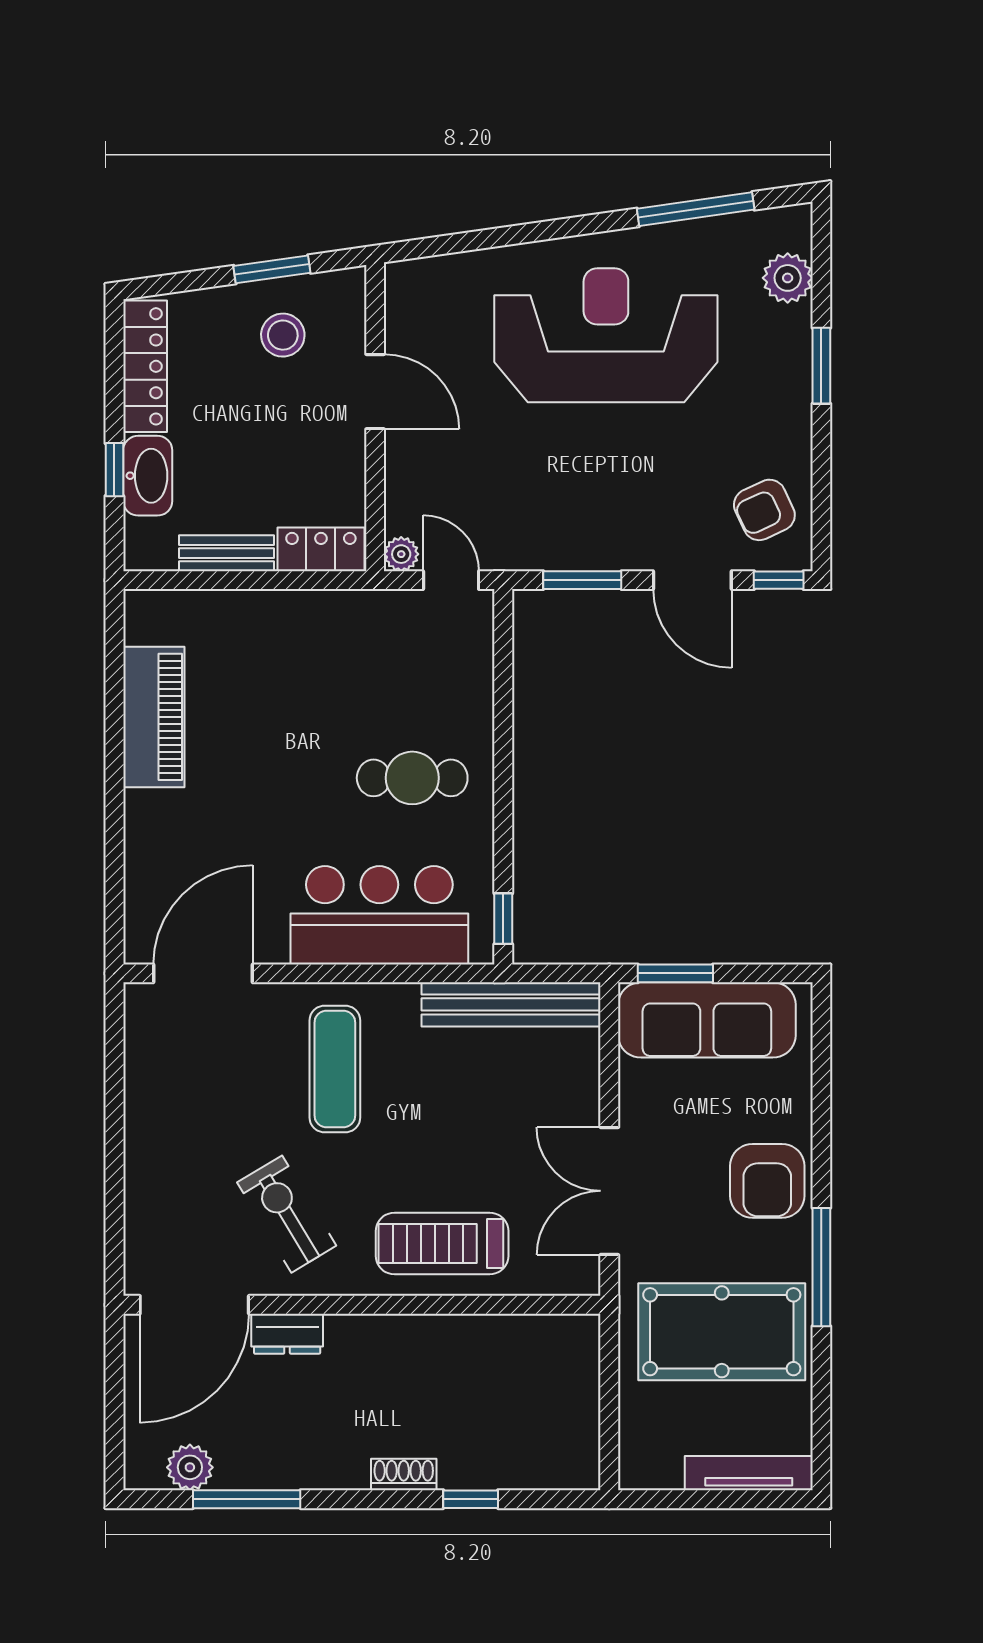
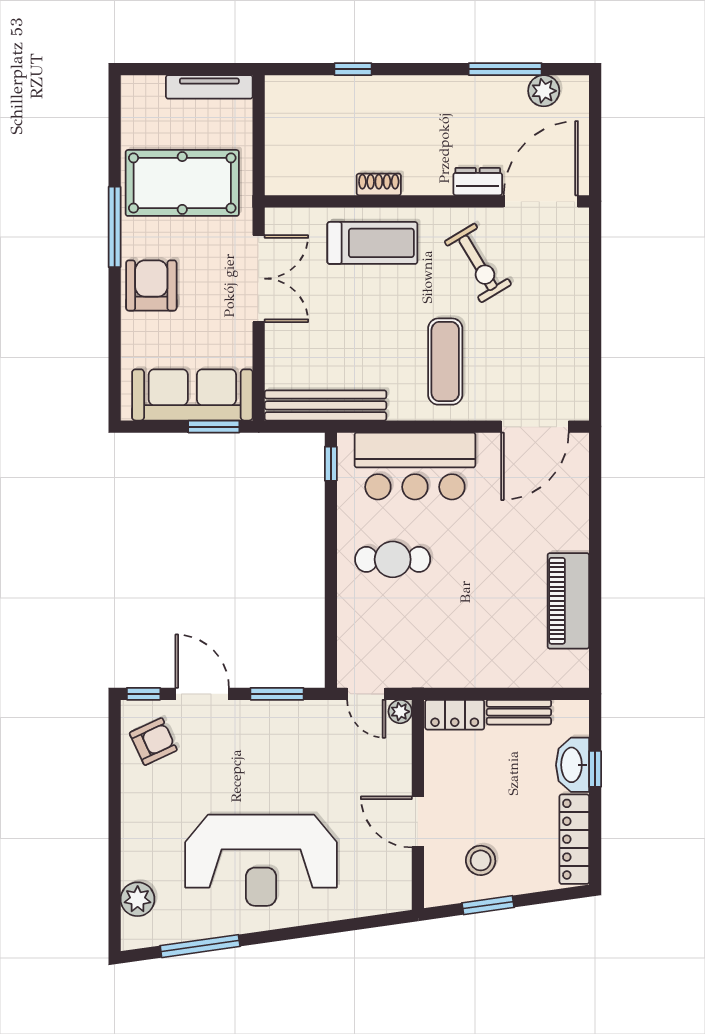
window: (821, 366) -> (115, 840), removed
tv unit: (749, 1473) -> (209, 87), moved
shoe rack: (404, 1474) -> (379, 184), moved, turned 180

